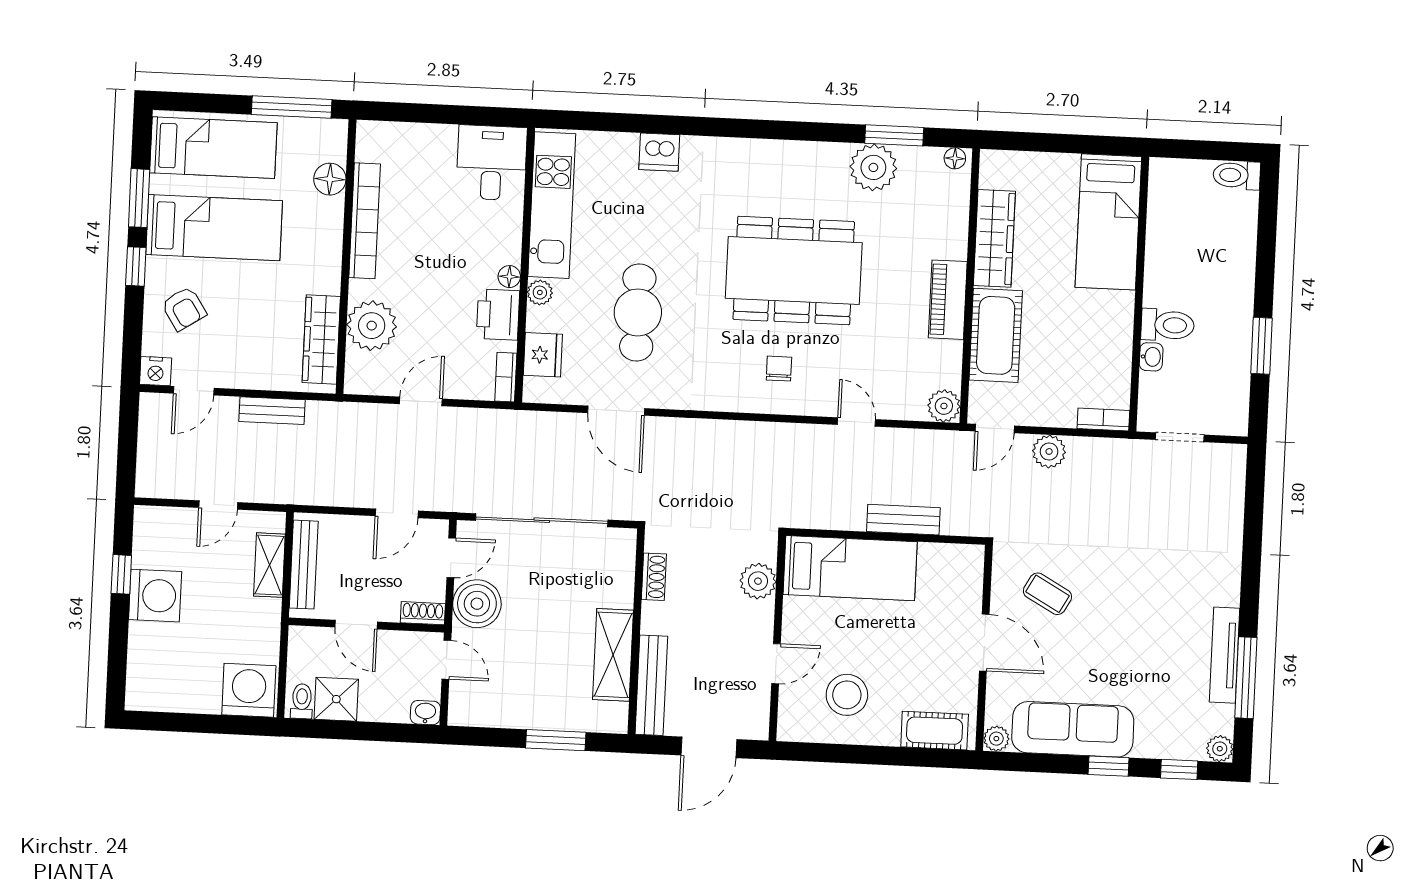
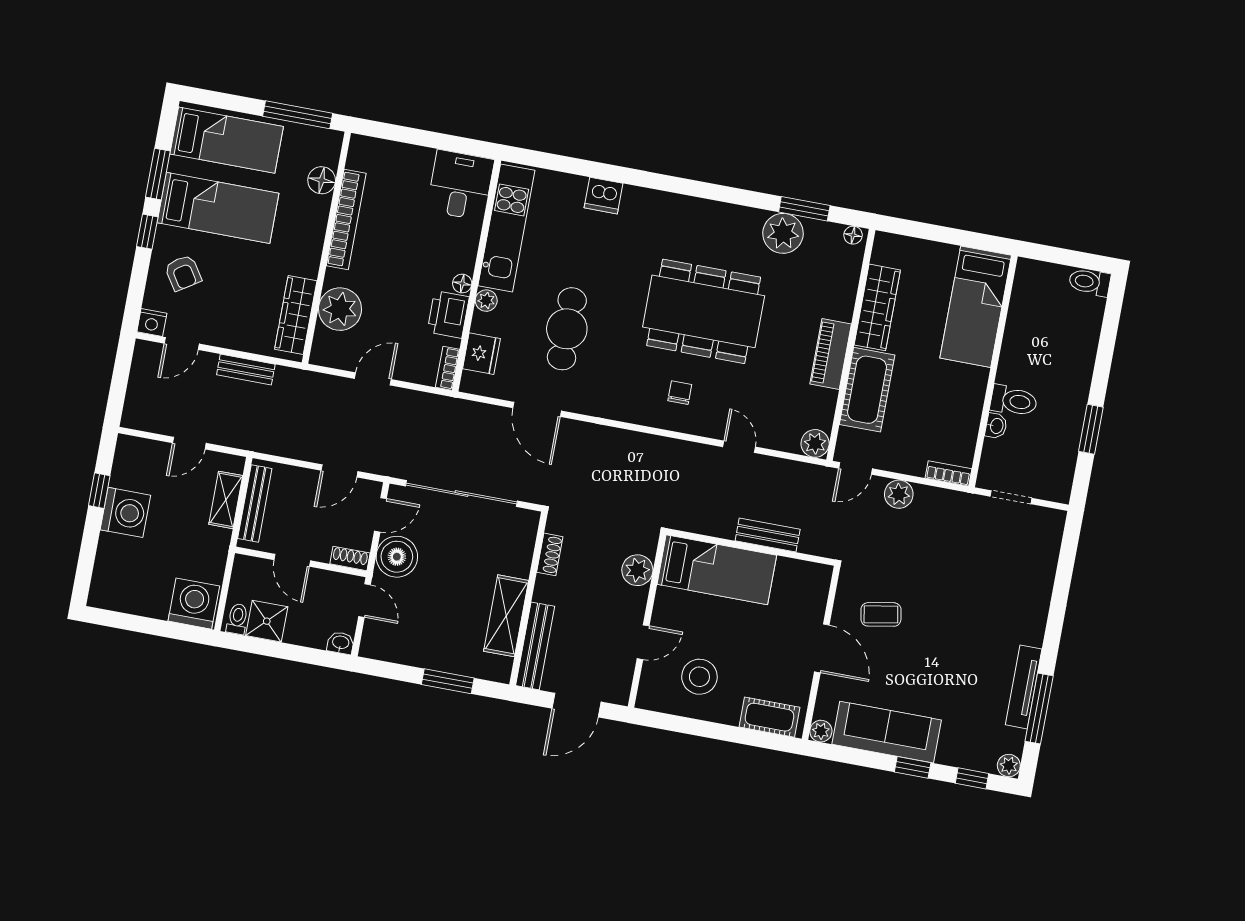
coffee table: (1047, 594) -> (881, 614), turned -39

